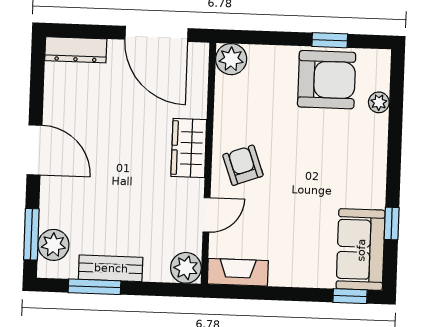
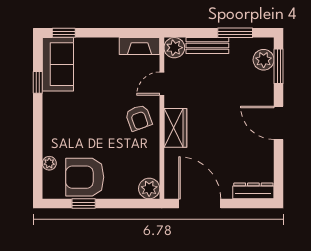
bench: (111, 268) -> (207, 46), moved

